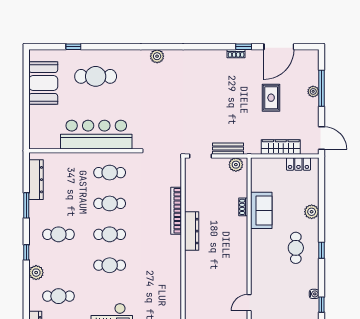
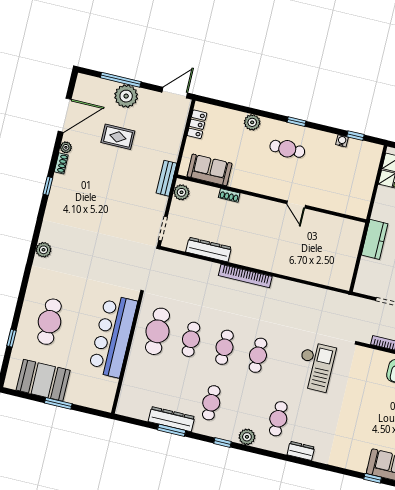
window: (244, 47) -> (48, 186), moved
door: (279, 47) -> (65, 115), hinge flipped
plant: (251, 54) -> (66, 147), added
plant: (313, 91) -> (126, 96), width x1.88, depth x1.88
window: (26, 101) -> (58, 403), added
wardrobe: (281, 147) -> (174, 139), removed
bench: (228, 149) -> (166, 178), moved
cafe table: (110, 173) -> (157, 331), width x1.37, depth x1.35
dresser: (36, 180) -> (171, 419), moved
sofa: (261, 210) -> (210, 170), moved
bookcase: (176, 211) -> (245, 276), moved
dresser: (192, 231) -> (209, 250), moved
door: (249, 303) -> (296, 204), moved

